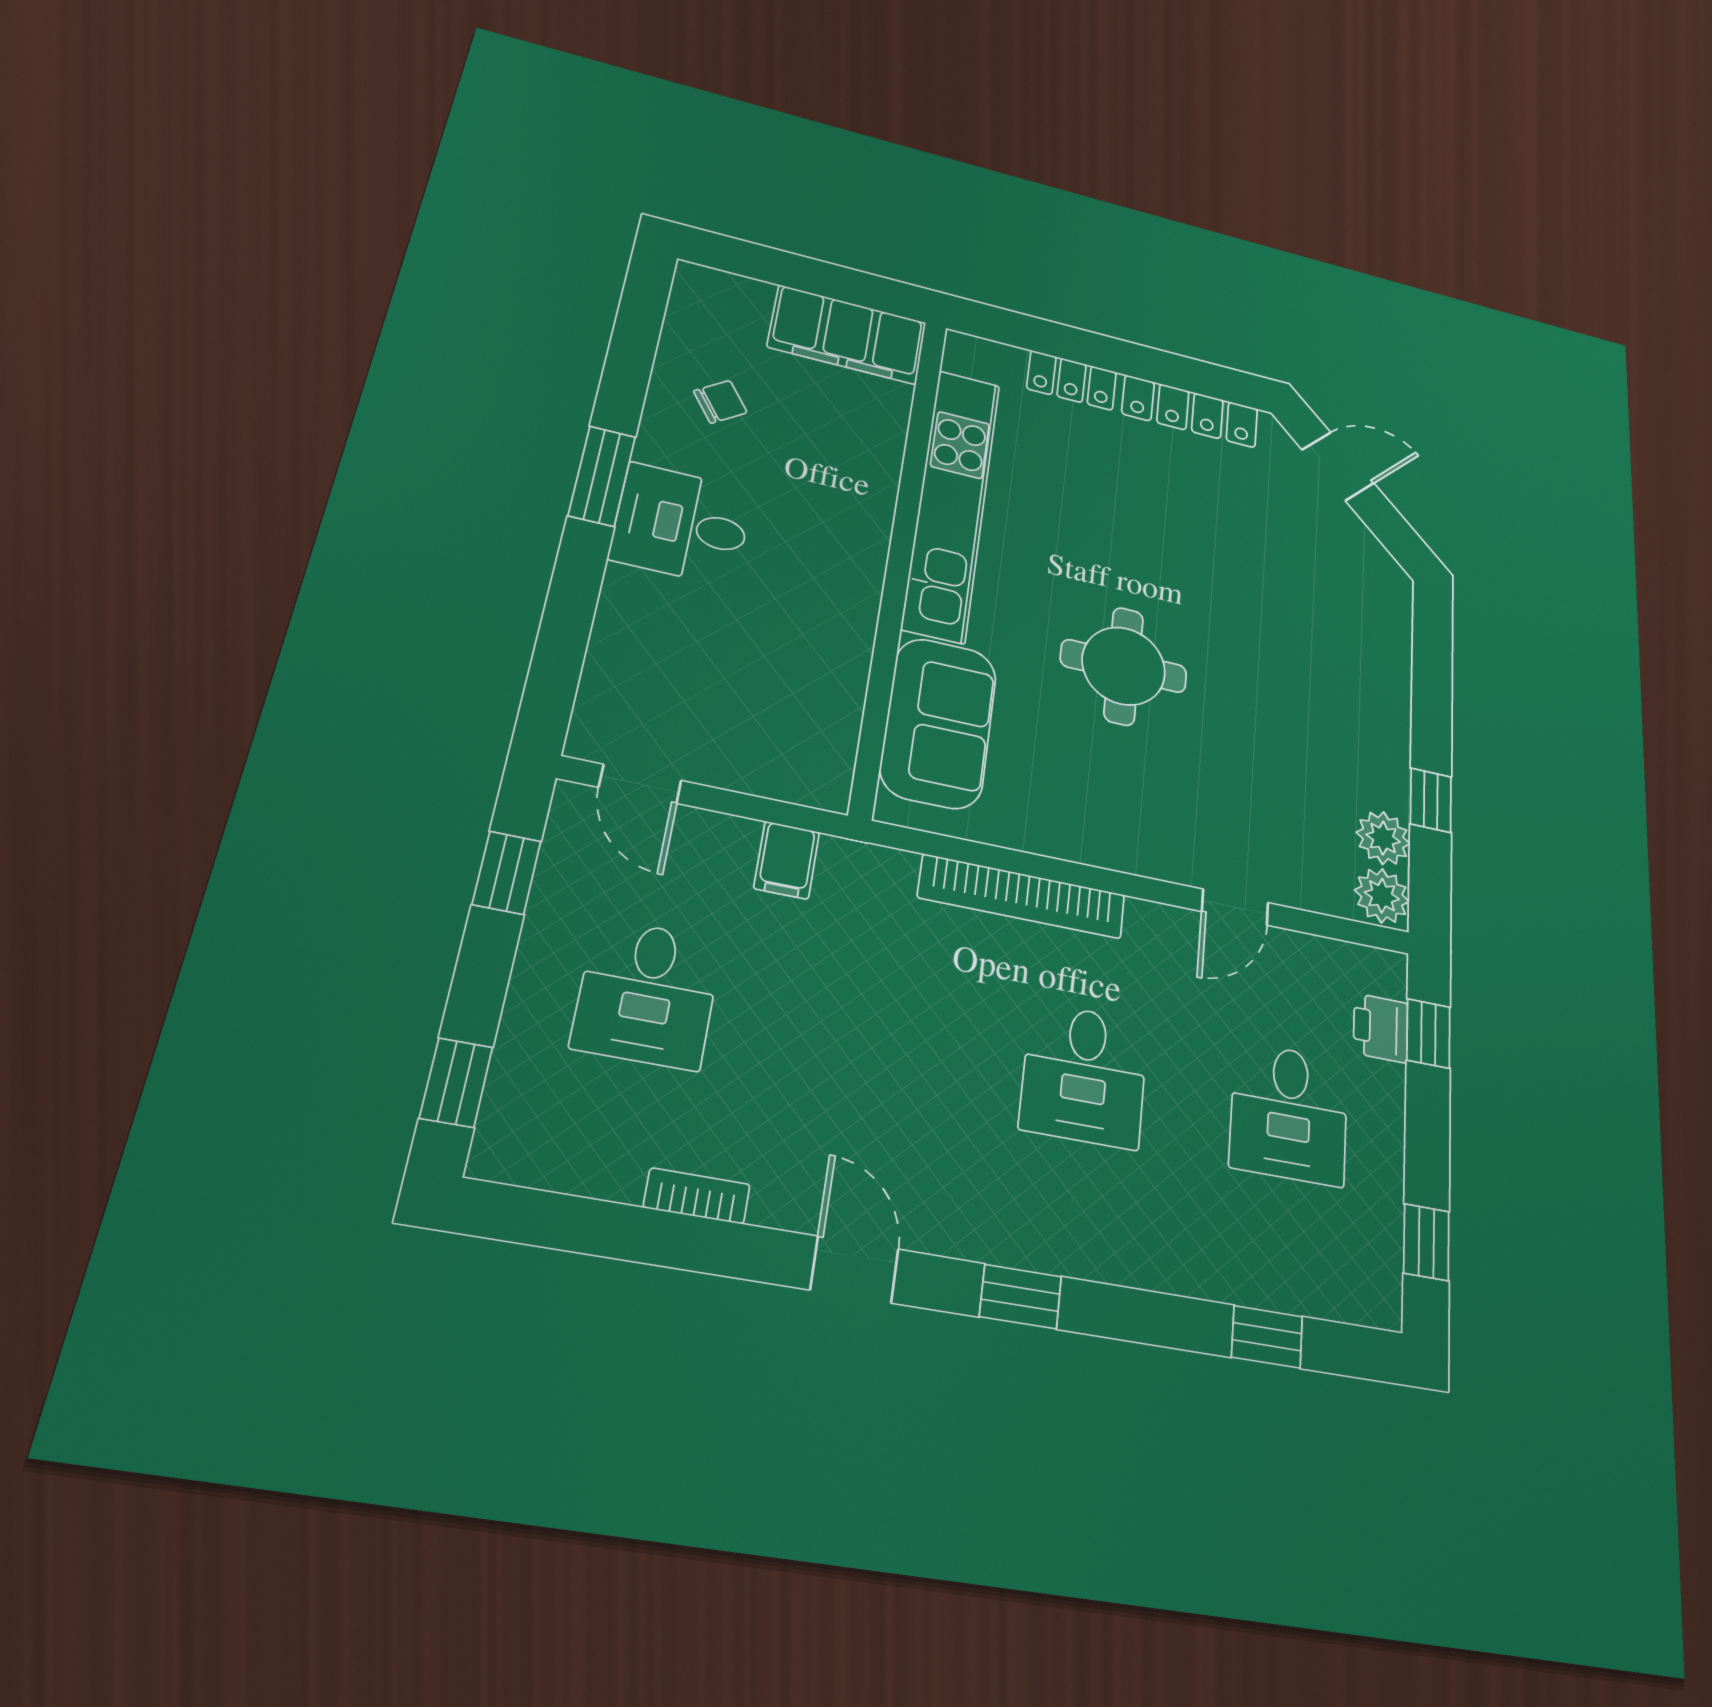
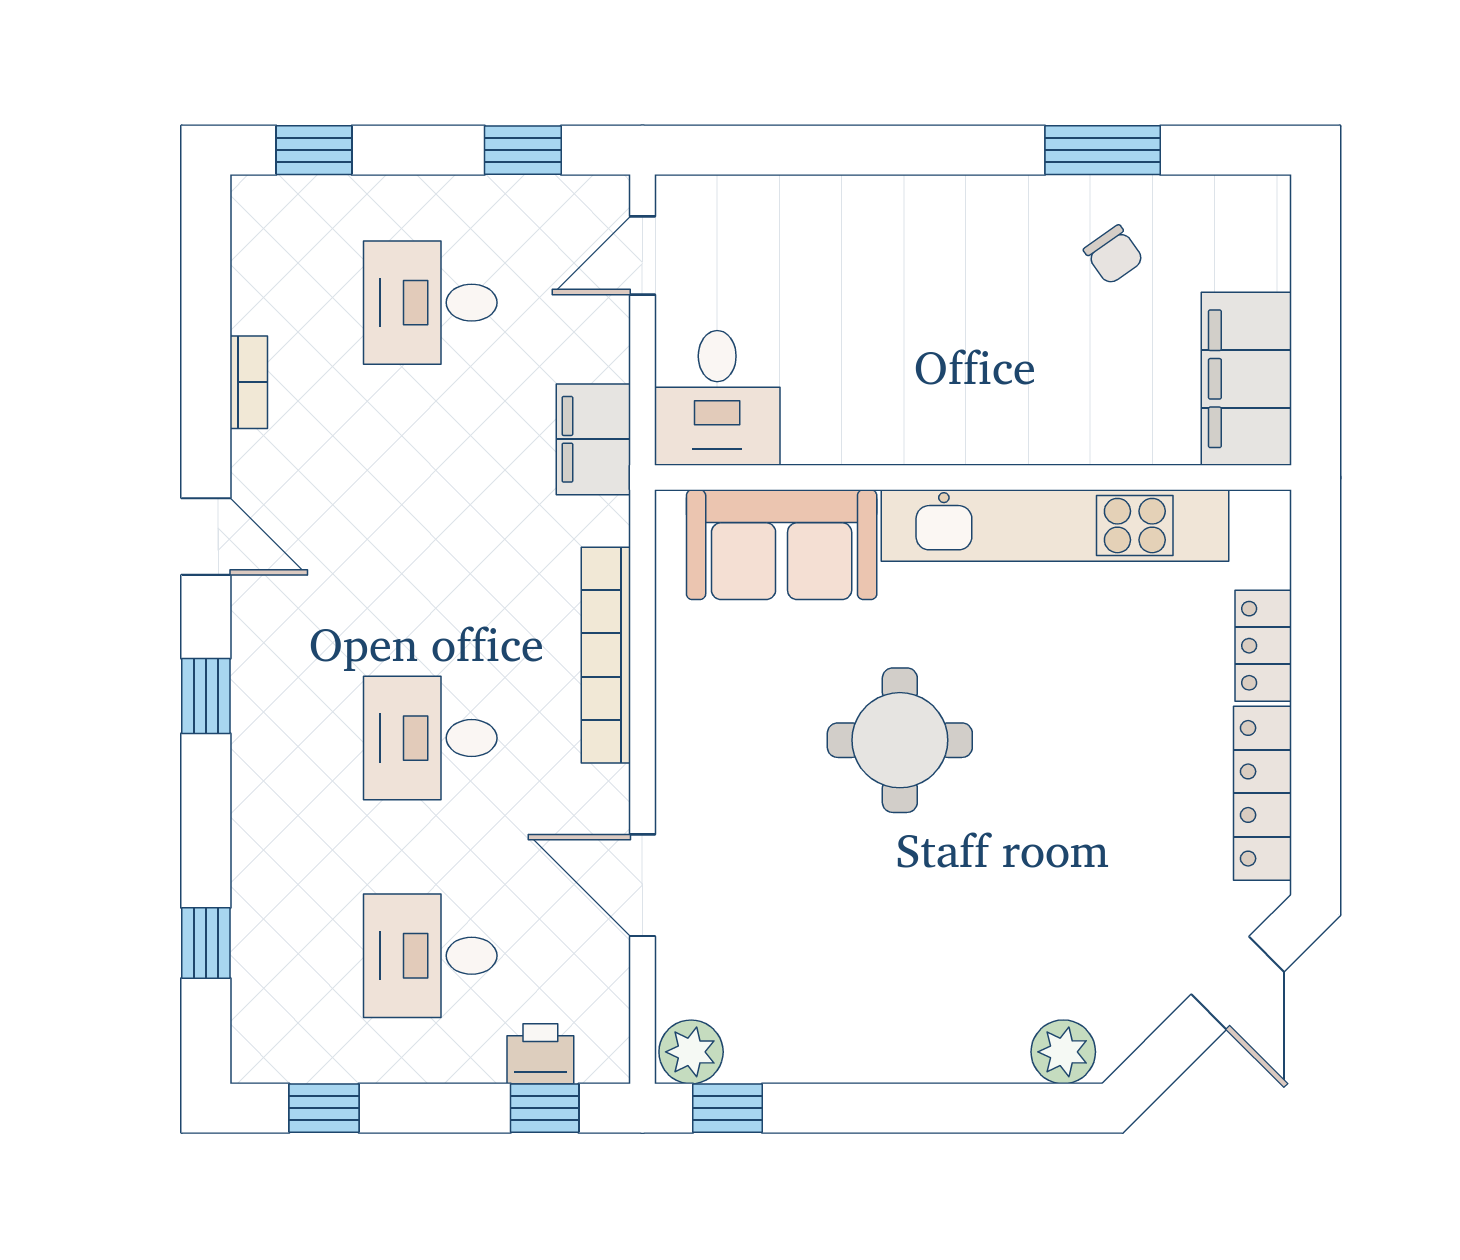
window: (602, 476) -> (1103, 150), moved
desk: (682, 524) -> (717, 398), moved, turned 180
window: (1431, 800) -> (728, 1108), moved
plant: (1383, 838) -> (1063, 1052), moved
filing cabinet: (787, 860) -> (593, 439), width x2.00
door: (1235, 907) -> (642, 885), width x1.38
door: (854, 1269) -> (206, 537), hinge flipped

